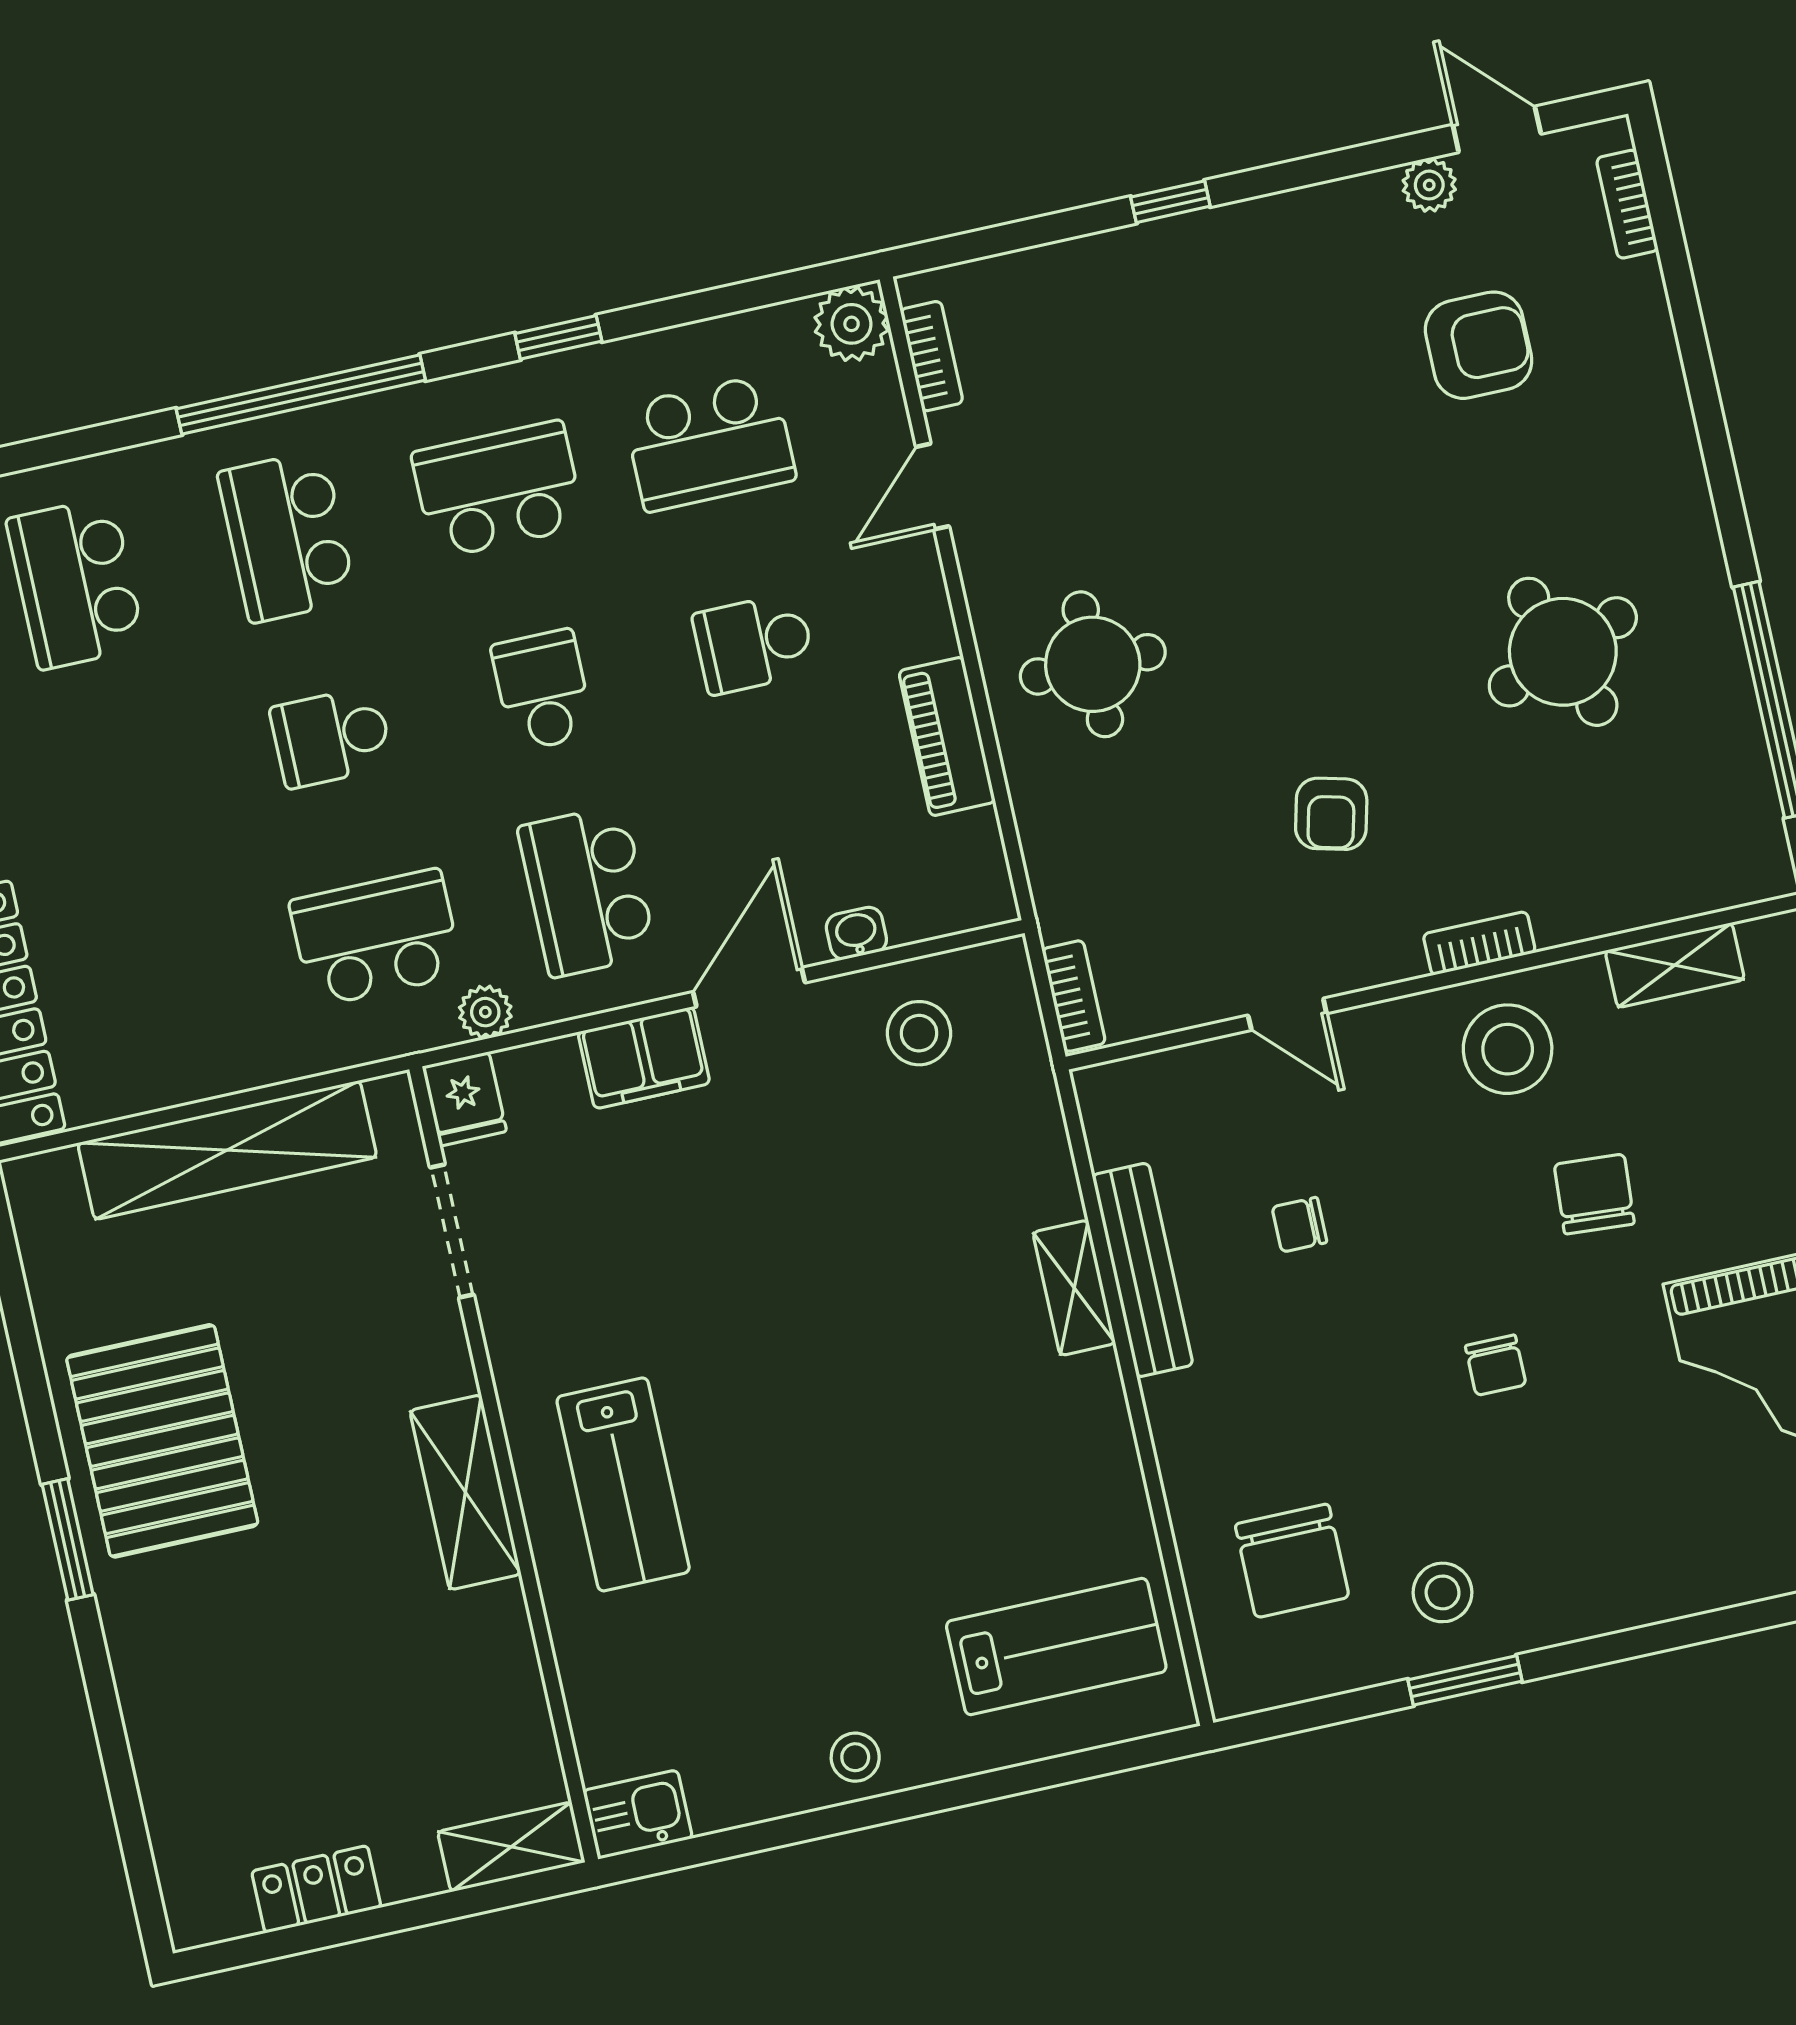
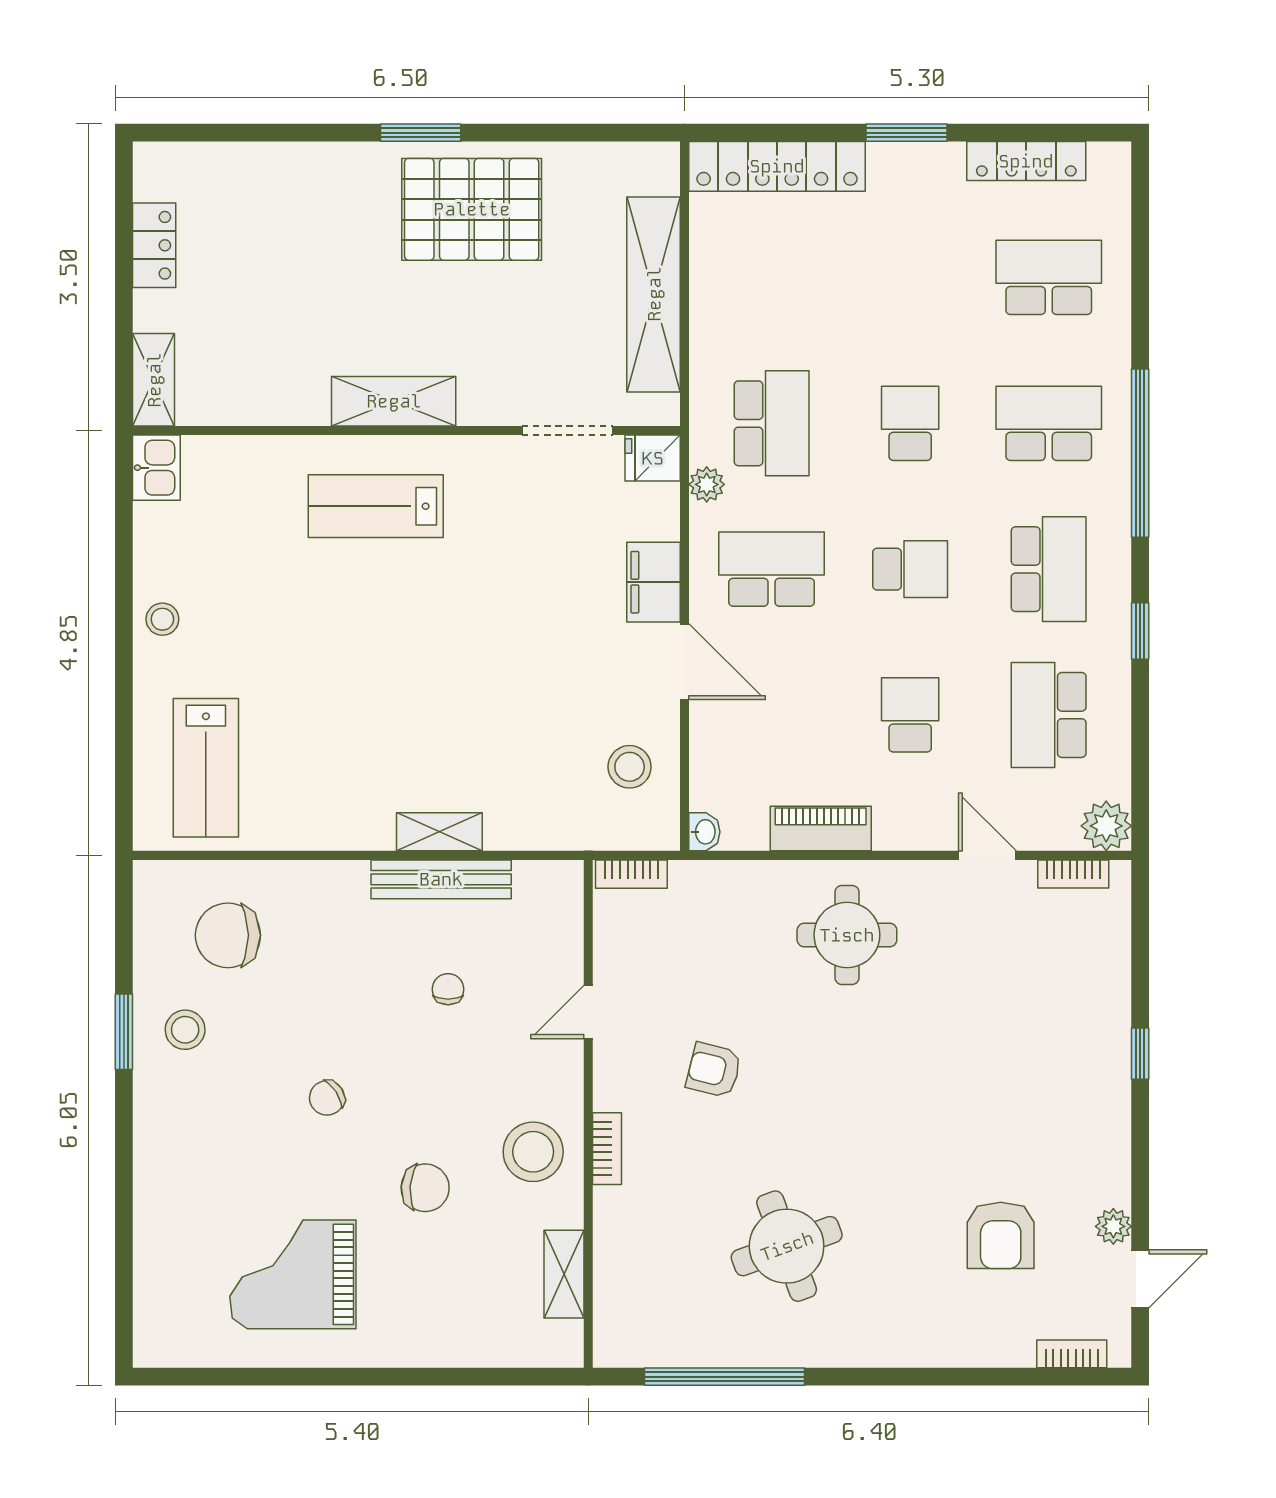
washbasin: (856, 933) -> (704, 832), moved
chair: (1496, 1365) -> (327, 1098), turned -33

